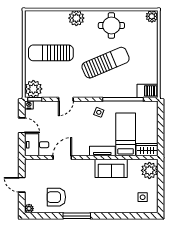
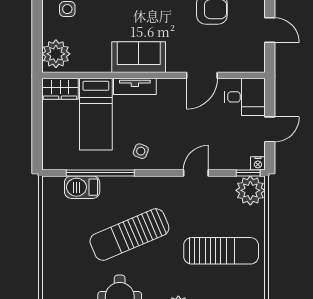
barbecue: (147, 91) -> (82, 187), moved
door: (22, 125) -> (270, 129), swing flipped
sofa: (111, 168) -> (139, 57), moved

